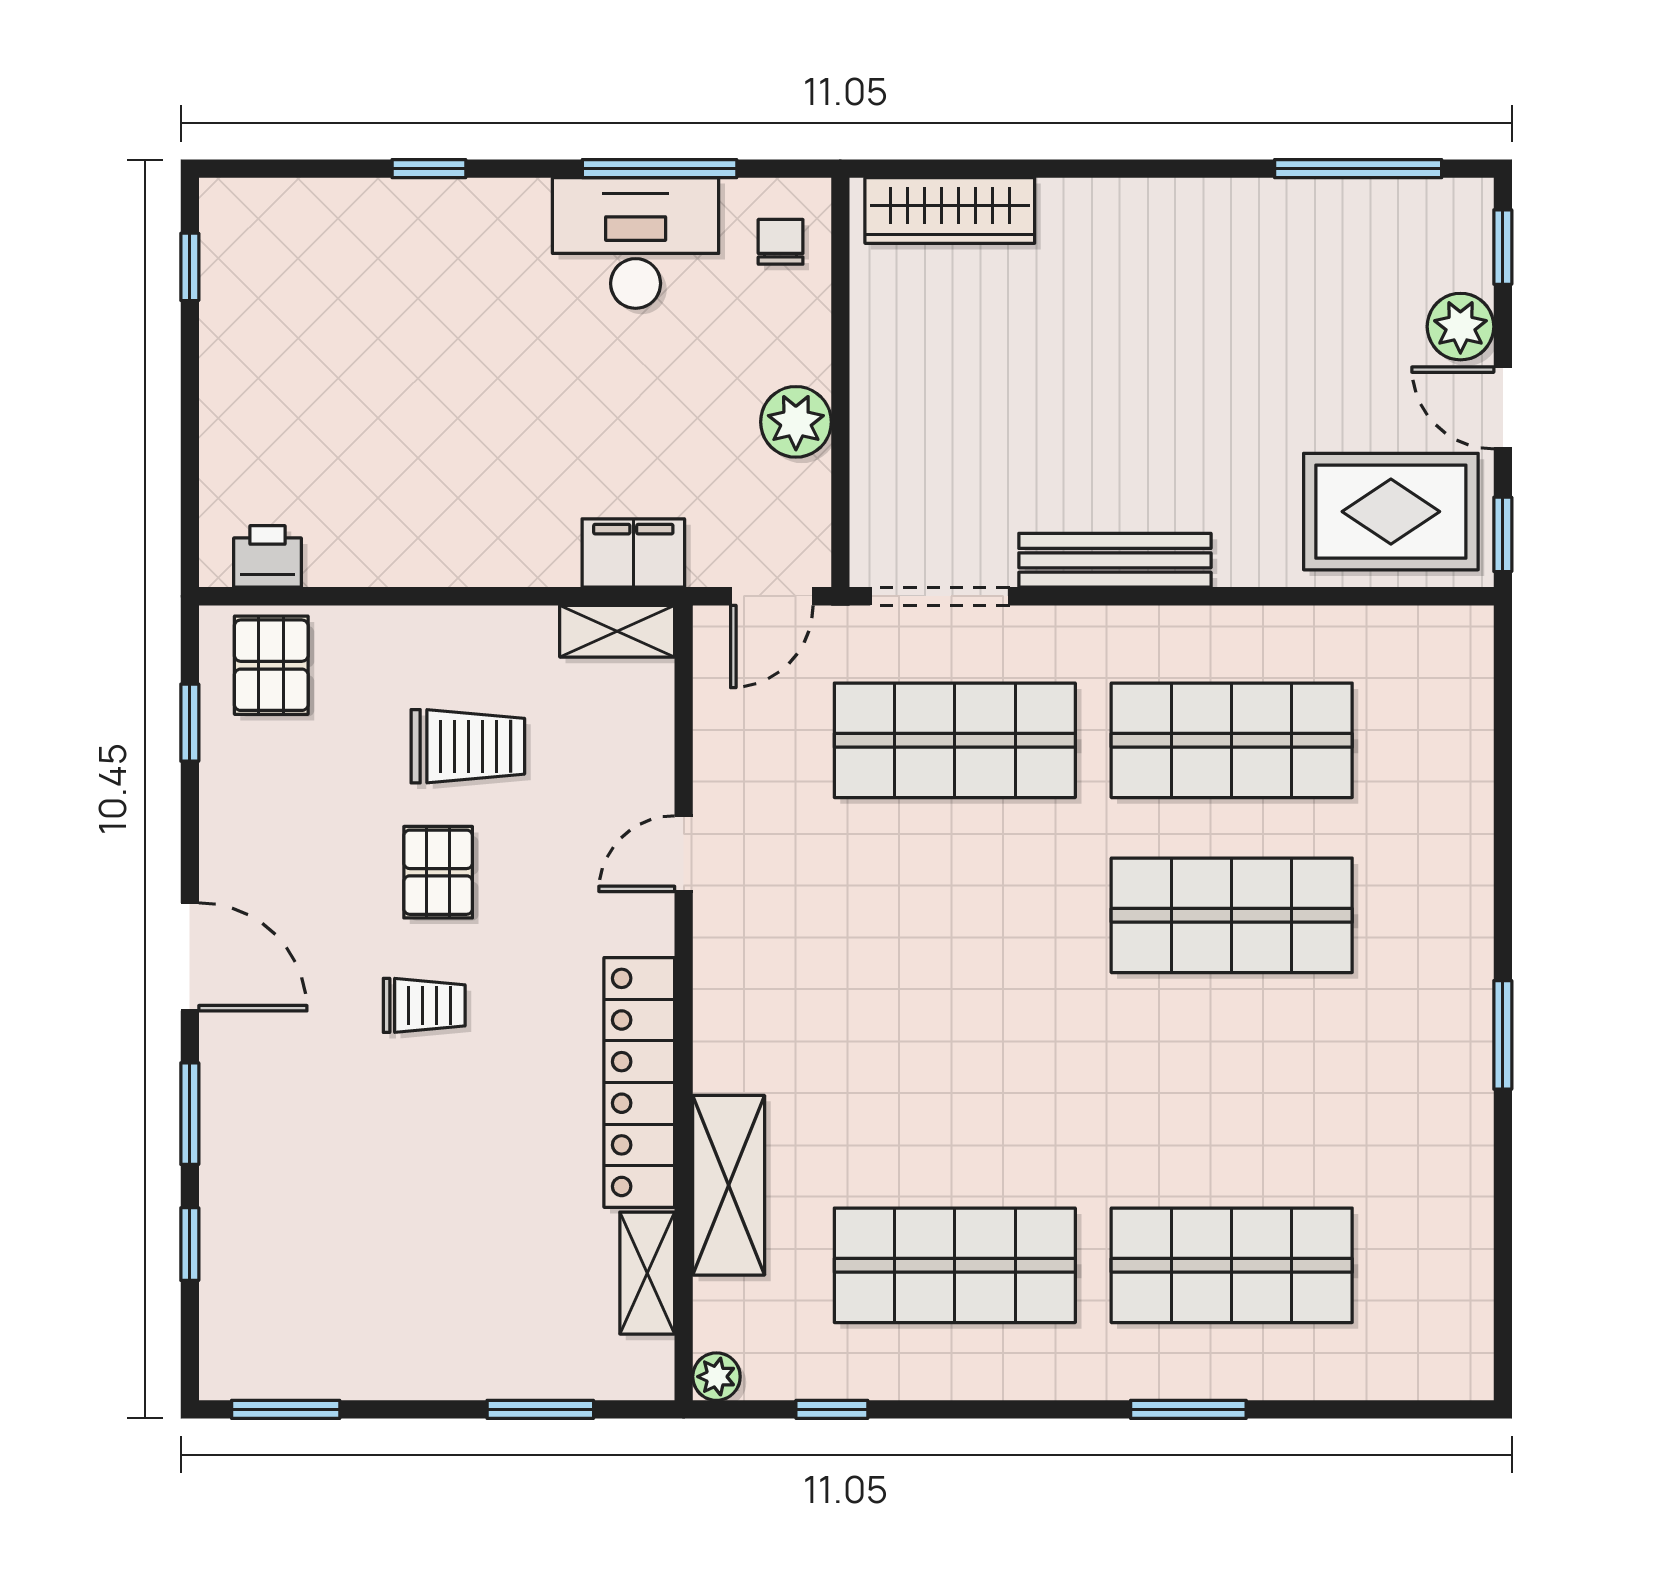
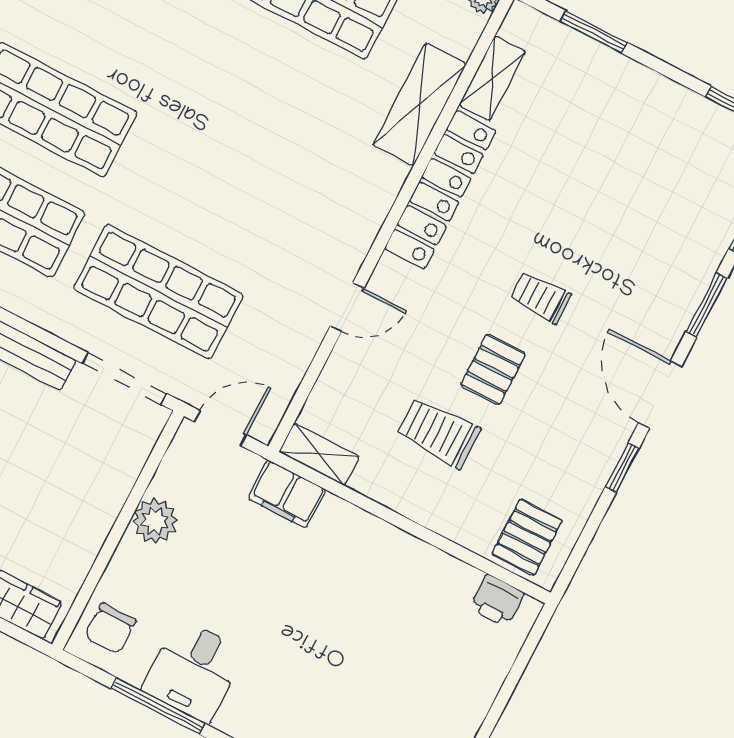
chair: (781, 242) -> (110, 628), width x1.37, depth x1.37
desk: (636, 243) -> (194, 671), width x0.73
window: (190, 723) -> (622, 468), moved

